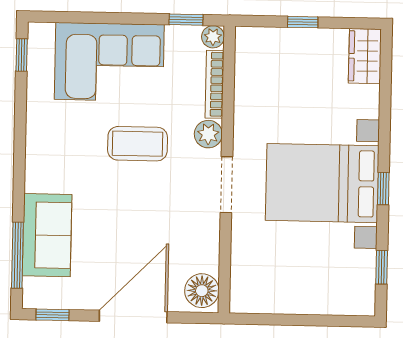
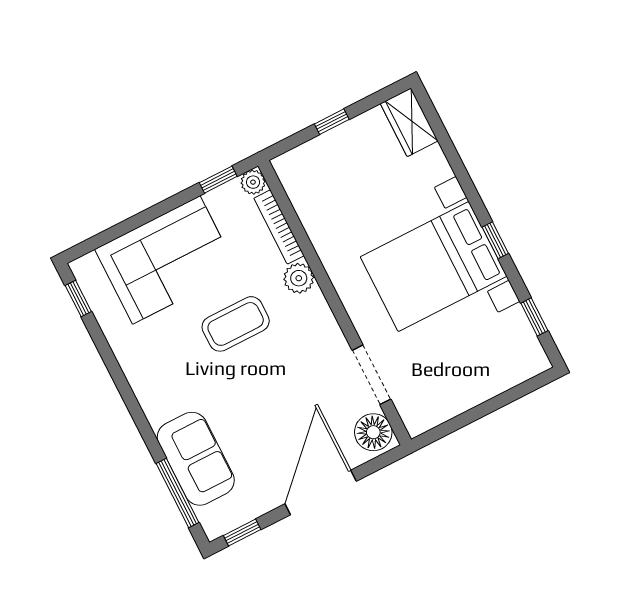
doorway: (226, 185) -> (371, 375), moved

